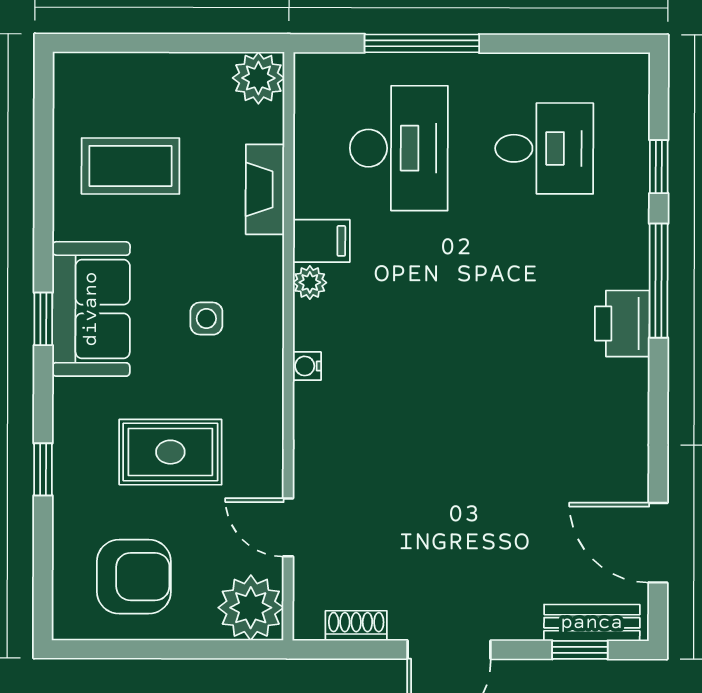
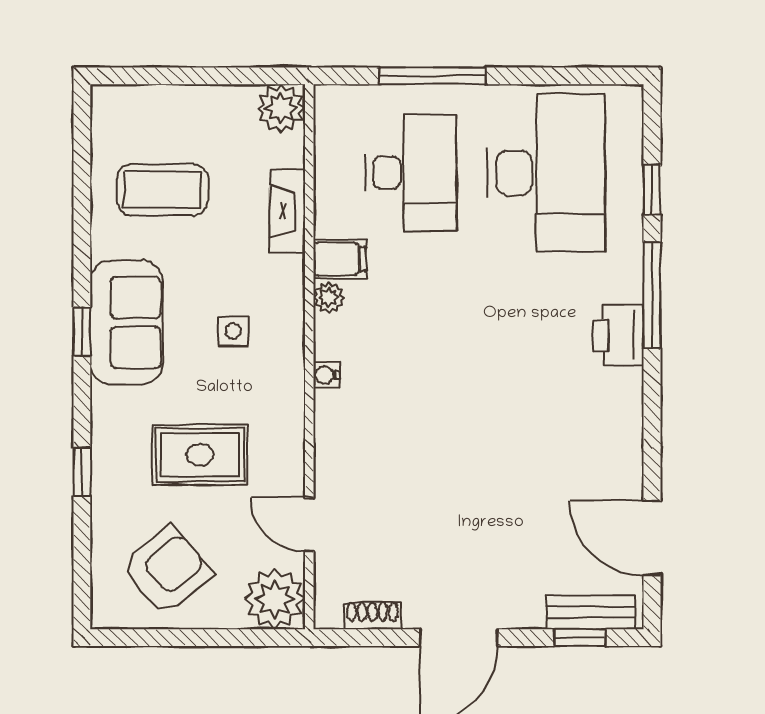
desk: (544, 148) -> (546, 173), width x1.87, depth x1.30
armchair: (134, 577) -> (166, 570), turned -40

